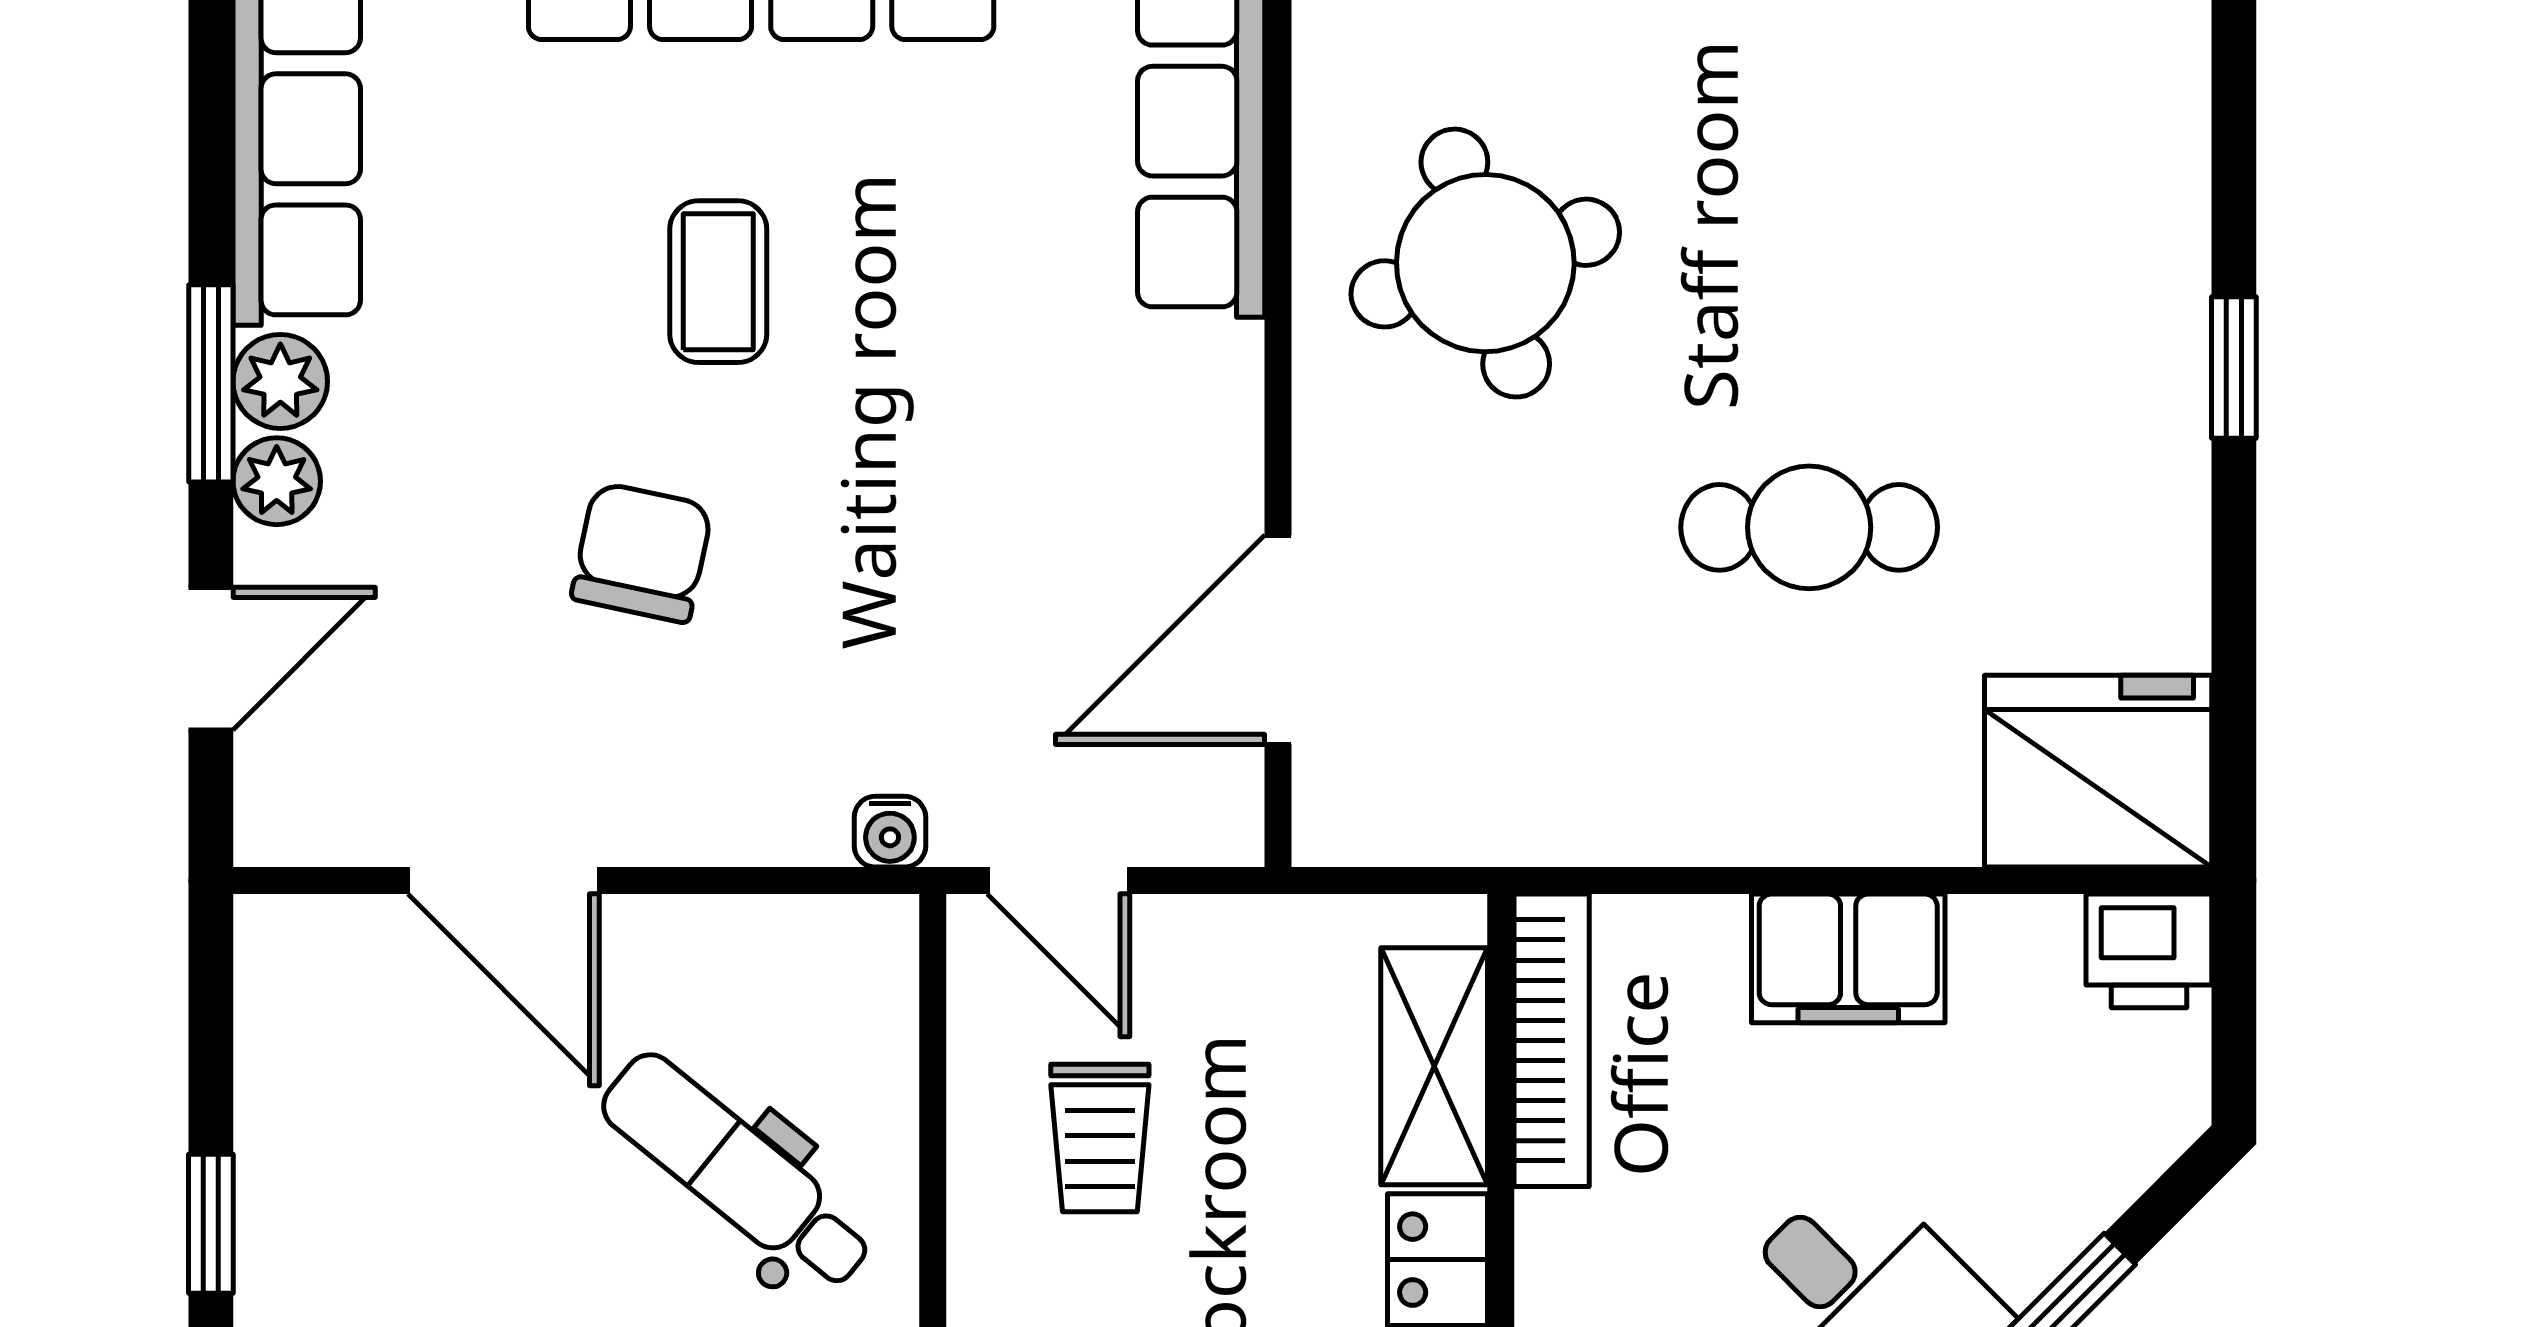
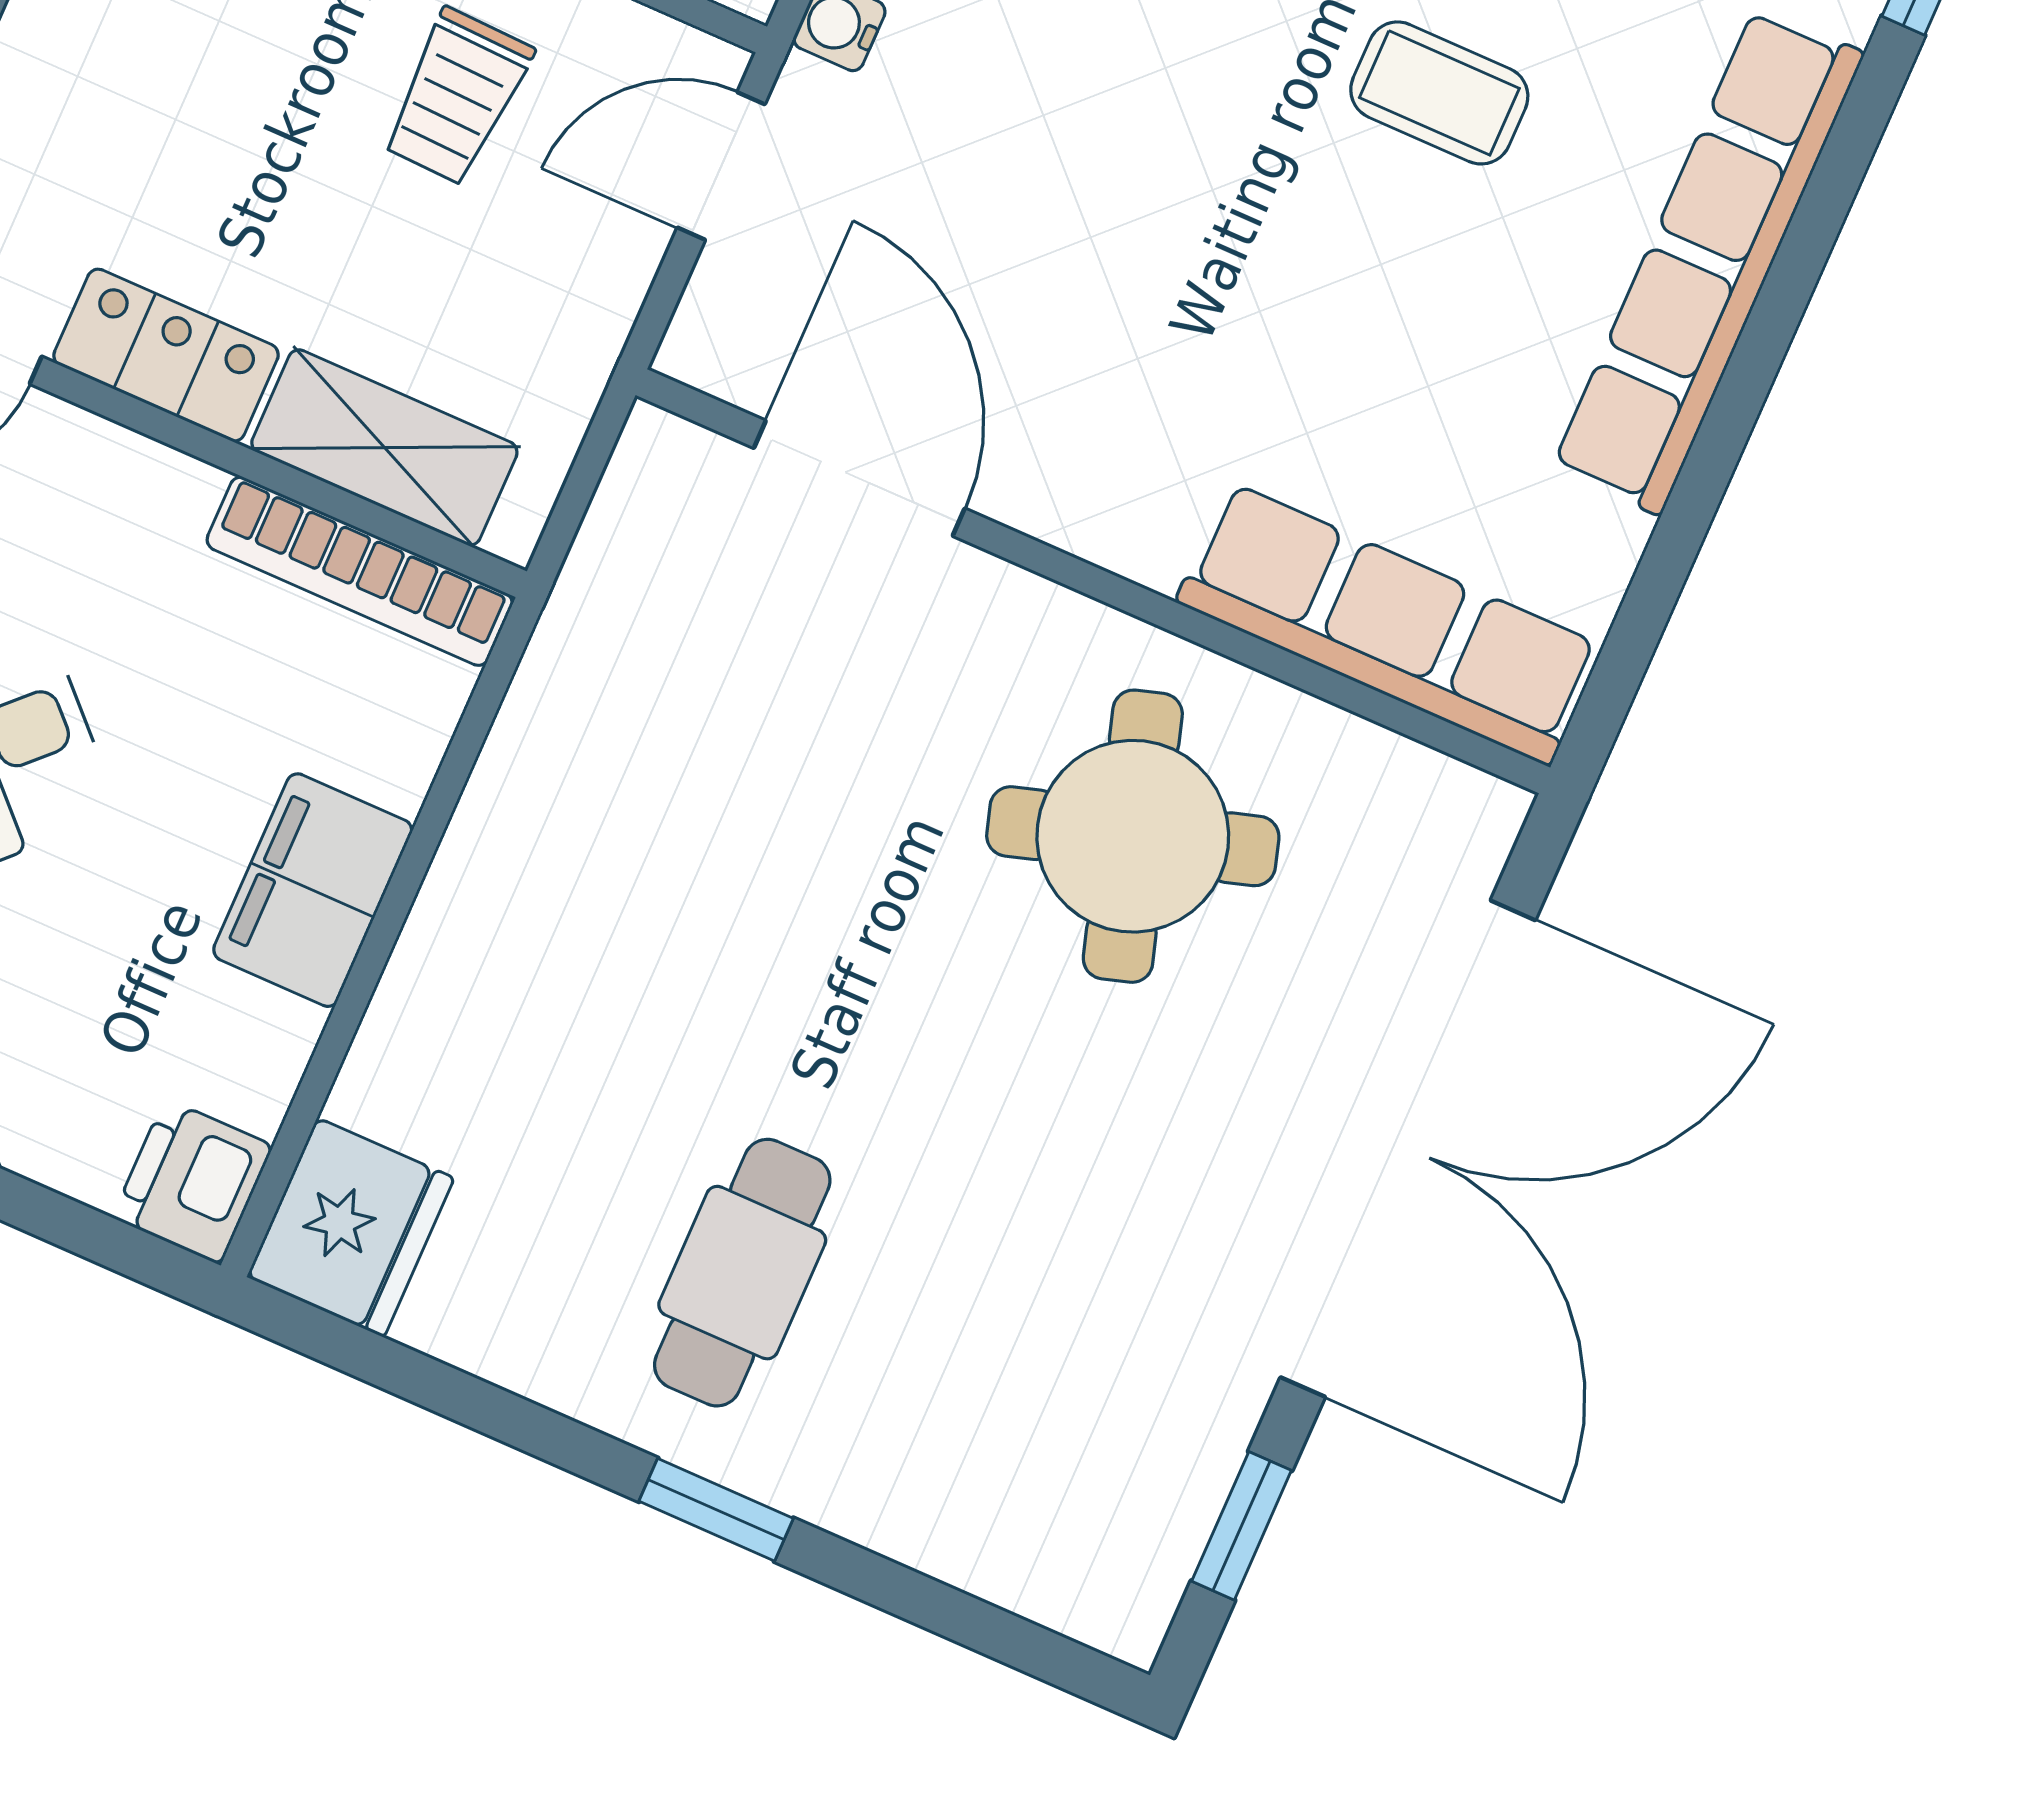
cafe table: (1809, 527) -> (742, 1273), moved
fridge: (2098, 771) -> (351, 1227), width x0.73, depth x0.75
trolley: (1100, 1138) -> (457, 97), turned -88

